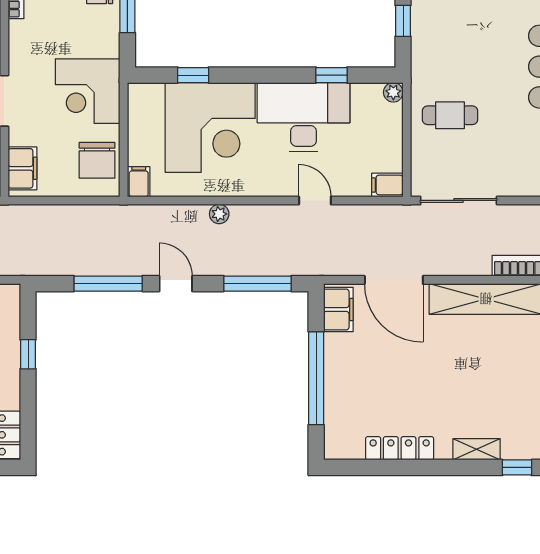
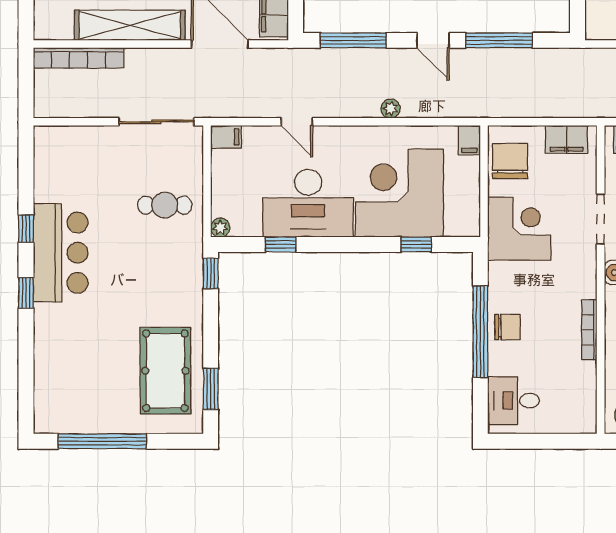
window: (403, 21) -> (211, 273), moved
filing cabinet: (22, 168) -> (566, 139), moved, turned -90

